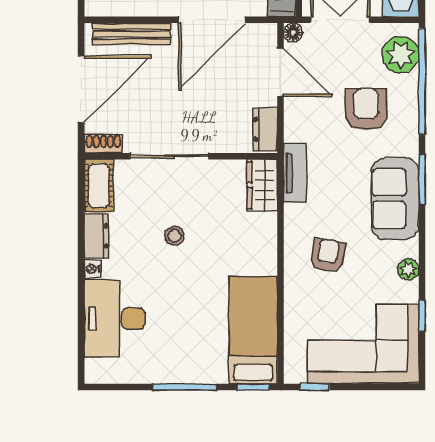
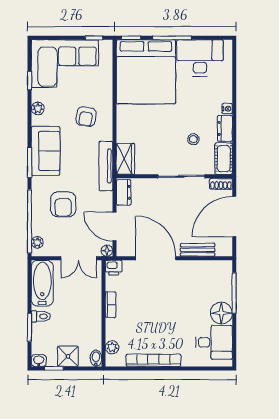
door: (212, 20) -> (156, 258), hinge flipped
bench: (132, 34) -> (198, 250), width x0.73
plant: (401, 55) -> (37, 242), width x0.53, depth x0.53
tv unit: (295, 173) -> (106, 166), width x1.41
stool: (174, 236) -> (193, 139), moved
desk: (115, 319) -> (200, 58), moved, turned -90
bed: (253, 330) -> (146, 72), width x2.04

